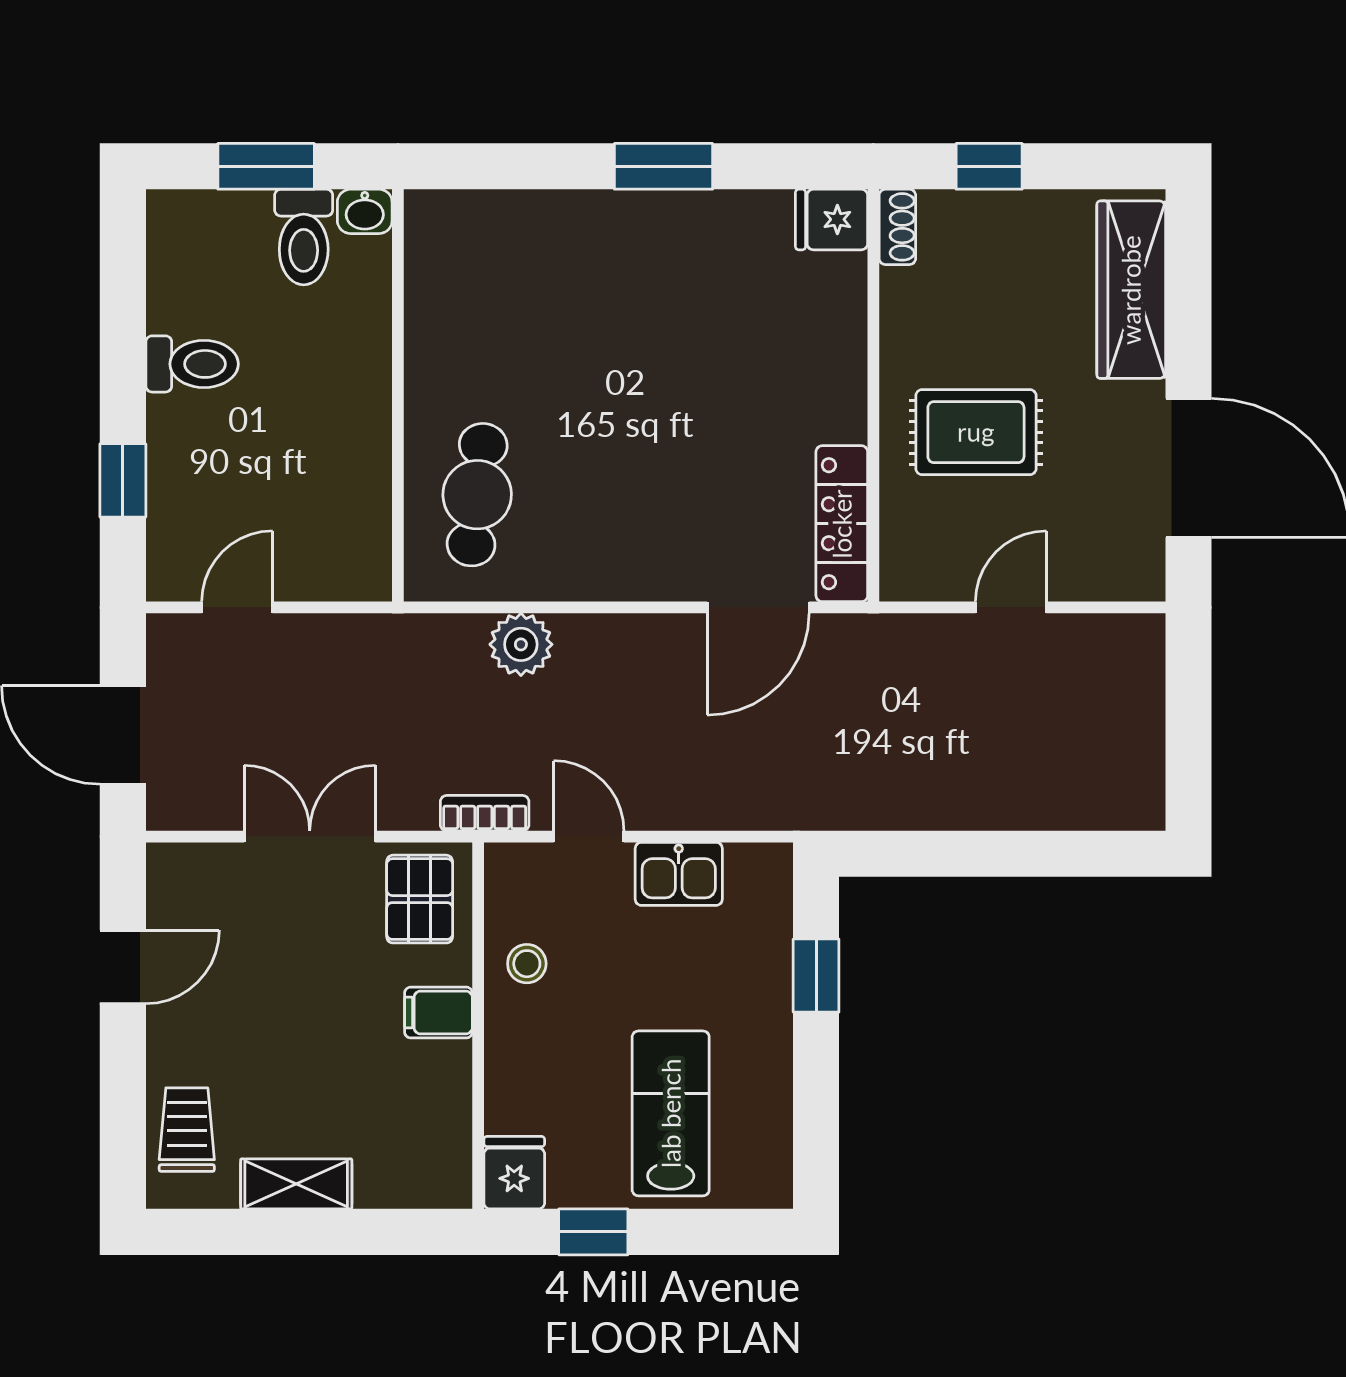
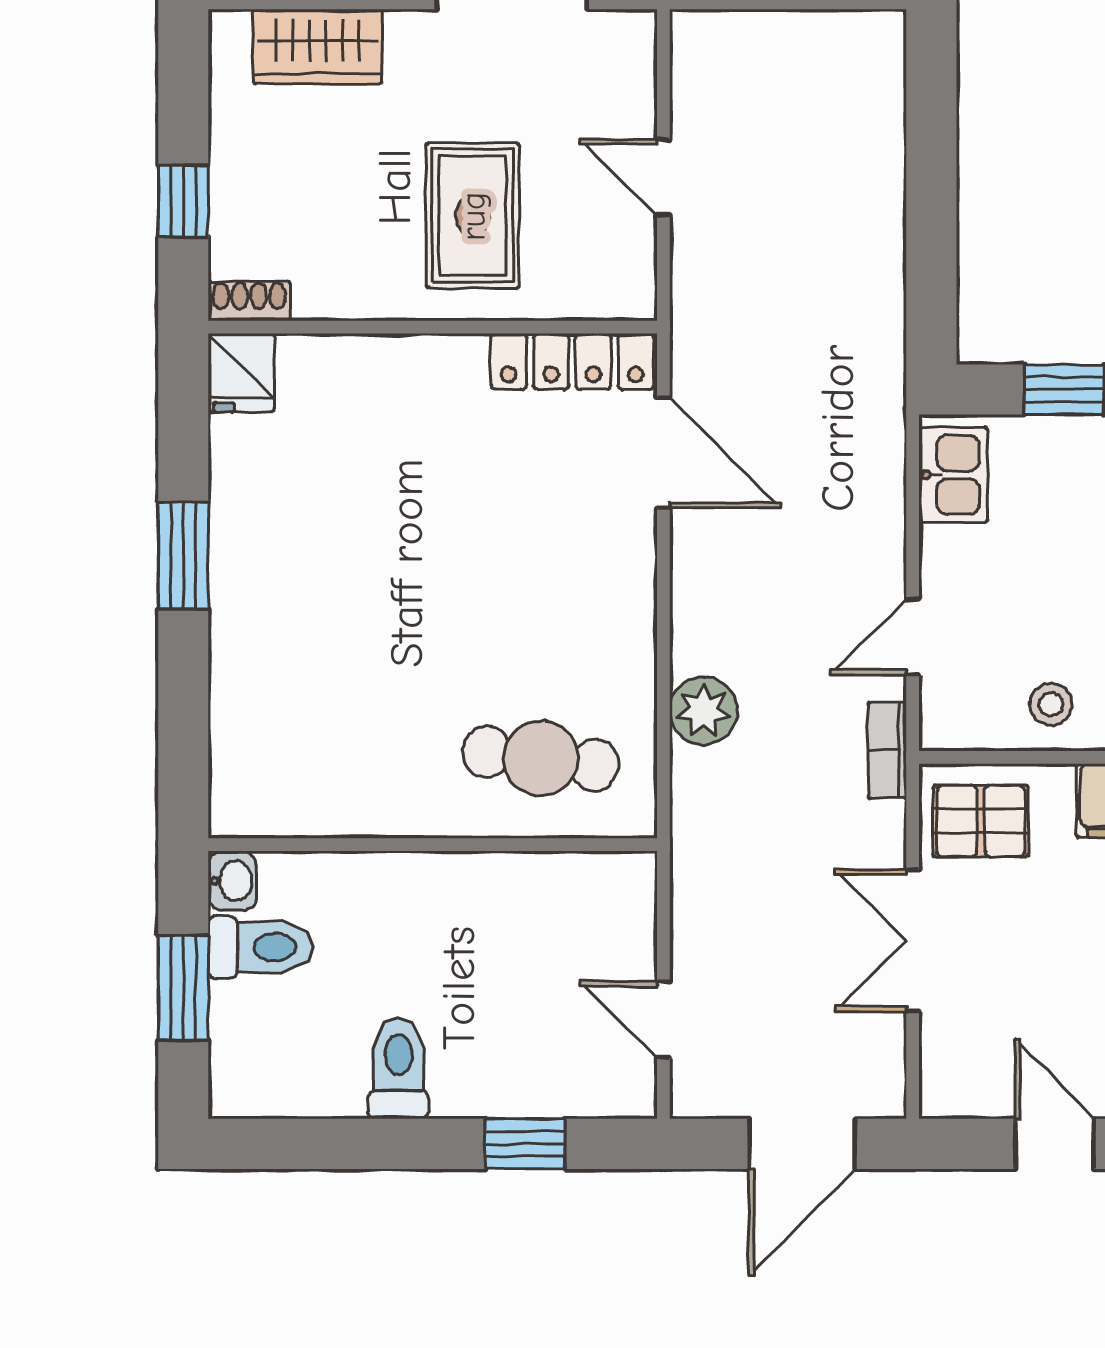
wardrobe: (1131, 290) -> (318, 47), width x0.67
kitchen sink: (679, 874) -> (953, 475), moved

